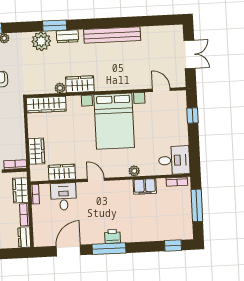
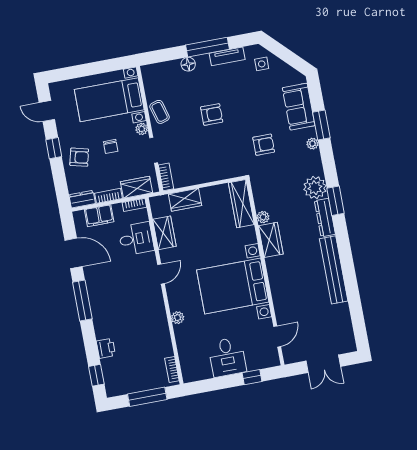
dresser: (67, 36) -> (325, 218), width x1.44
desk: (174, 160) -> (227, 357), moved
filing cabinet: (145, 186) -> (99, 216), moved, turned -90
printer: (112, 236) -> (106, 348), moved

